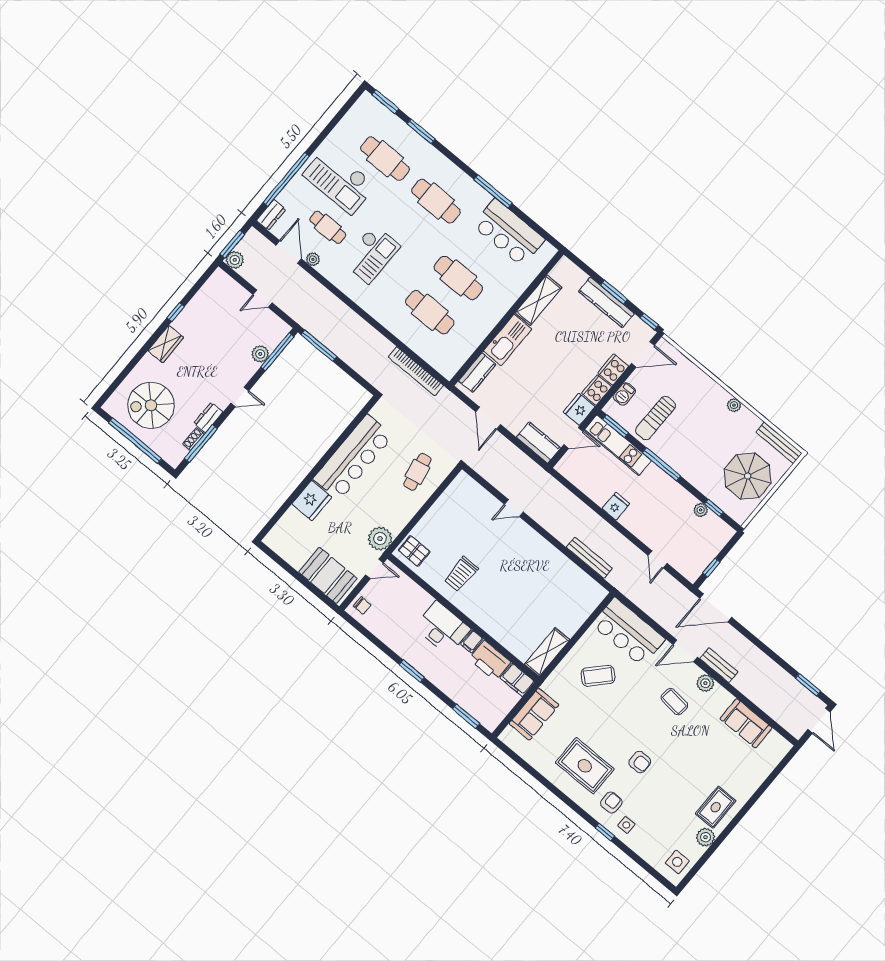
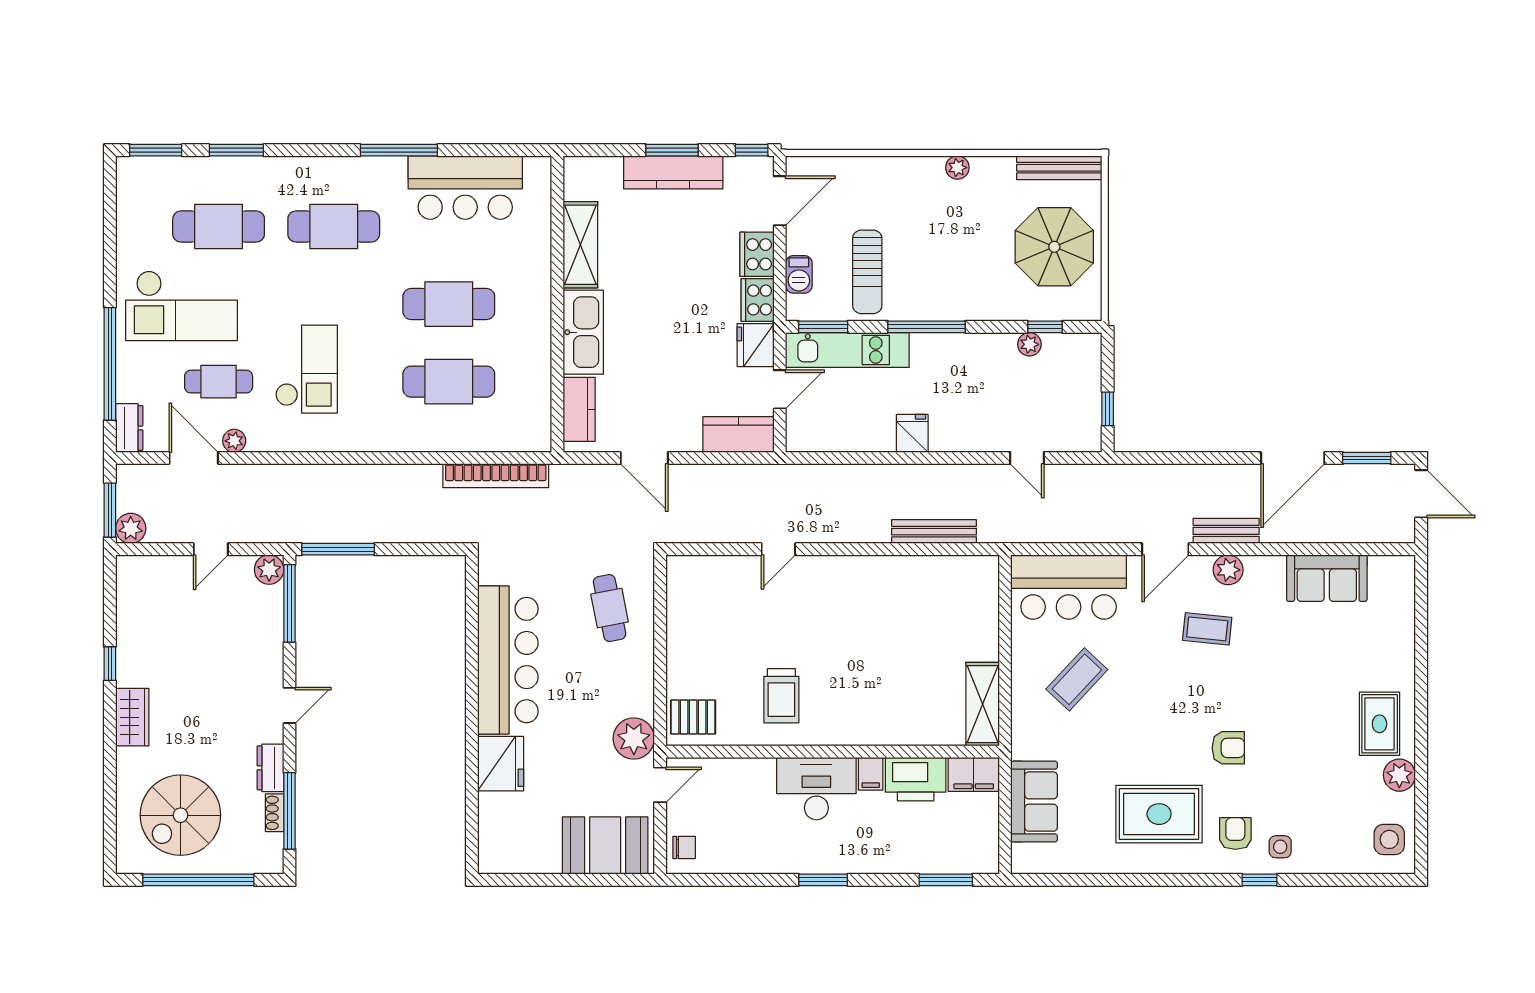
plant: (260, 354) -> (269, 570), moved
door: (716, 608) -> (1293, 458), moved

